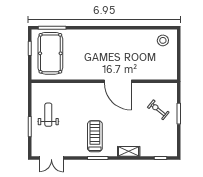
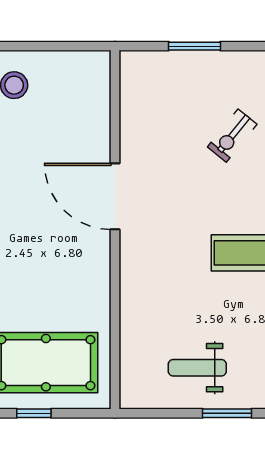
door: (118, 81) -> (115, 196), swing flipped
exercise bike: (158, 110) -> (232, 136), moved

